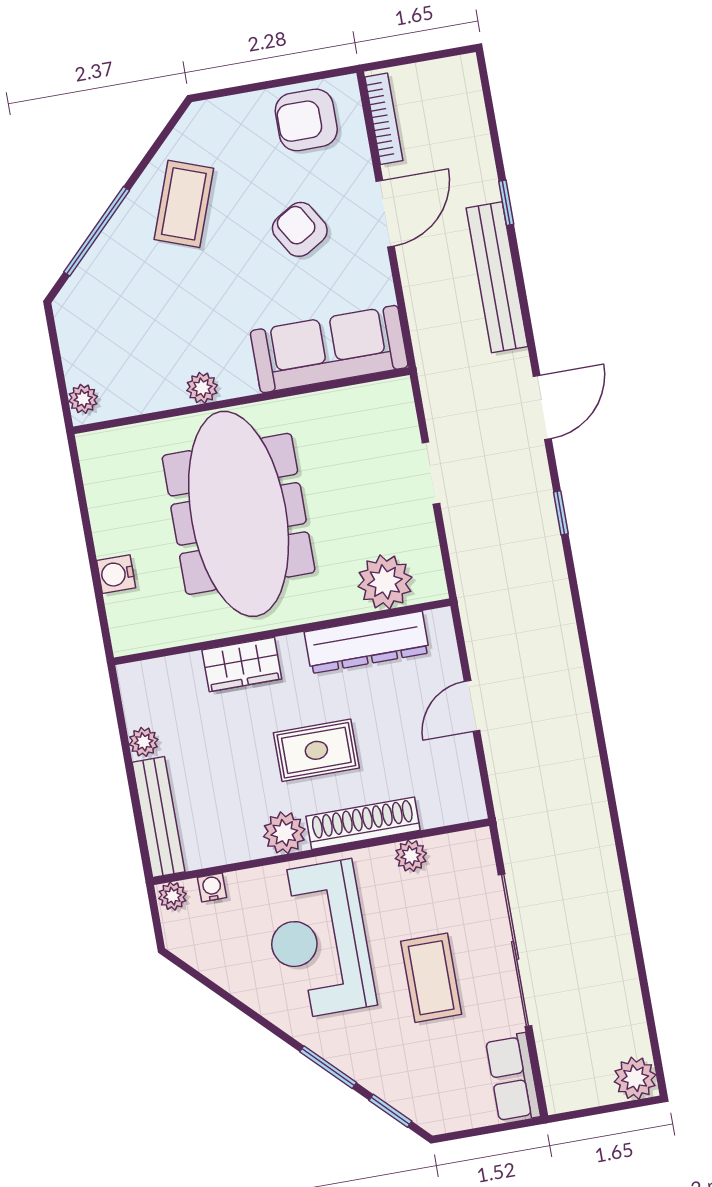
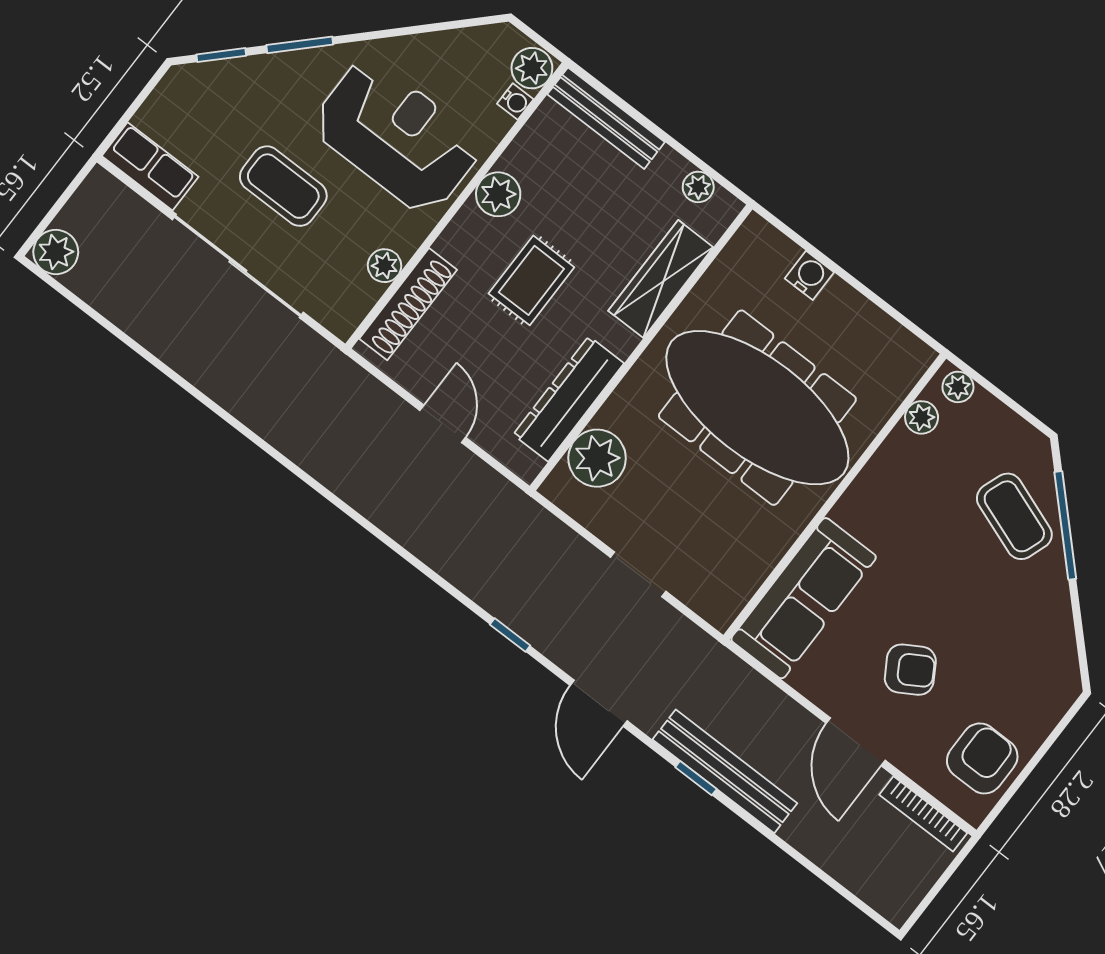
window: (506, 203) -> (696, 778), moved
coffee table: (184, 204) -> (1014, 516), moved
plant: (202, 388) -> (922, 417), moved
wardrobe: (242, 664) -> (661, 279), width x1.50
plant: (144, 742) -> (698, 187), moved
shoe rack: (363, 823) -> (408, 304), moved
plant: (173, 896) -> (532, 68), width x1.38, depth x1.38

